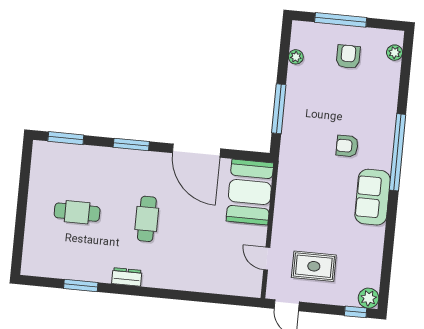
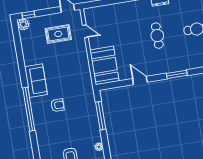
door: (196, 151) -> (140, 80), width x0.53

